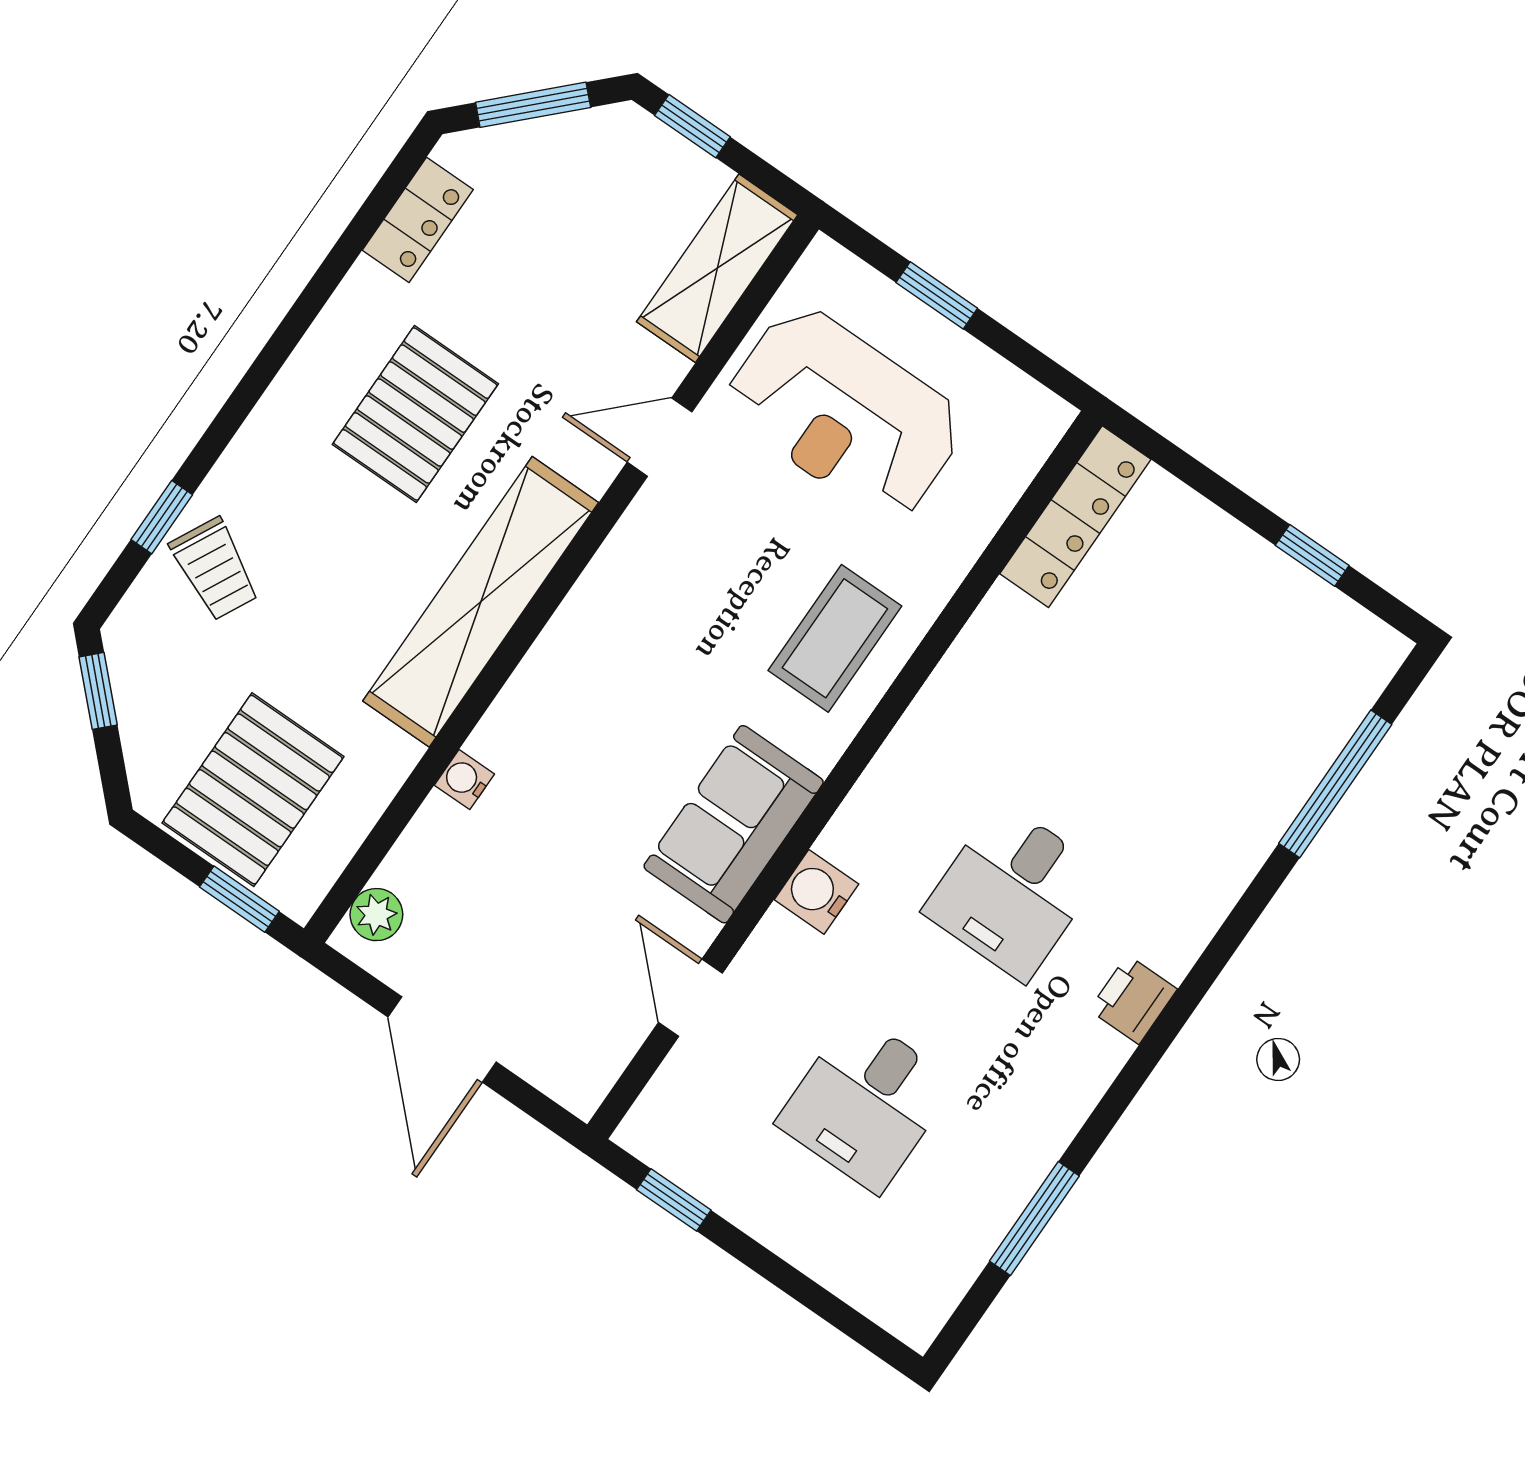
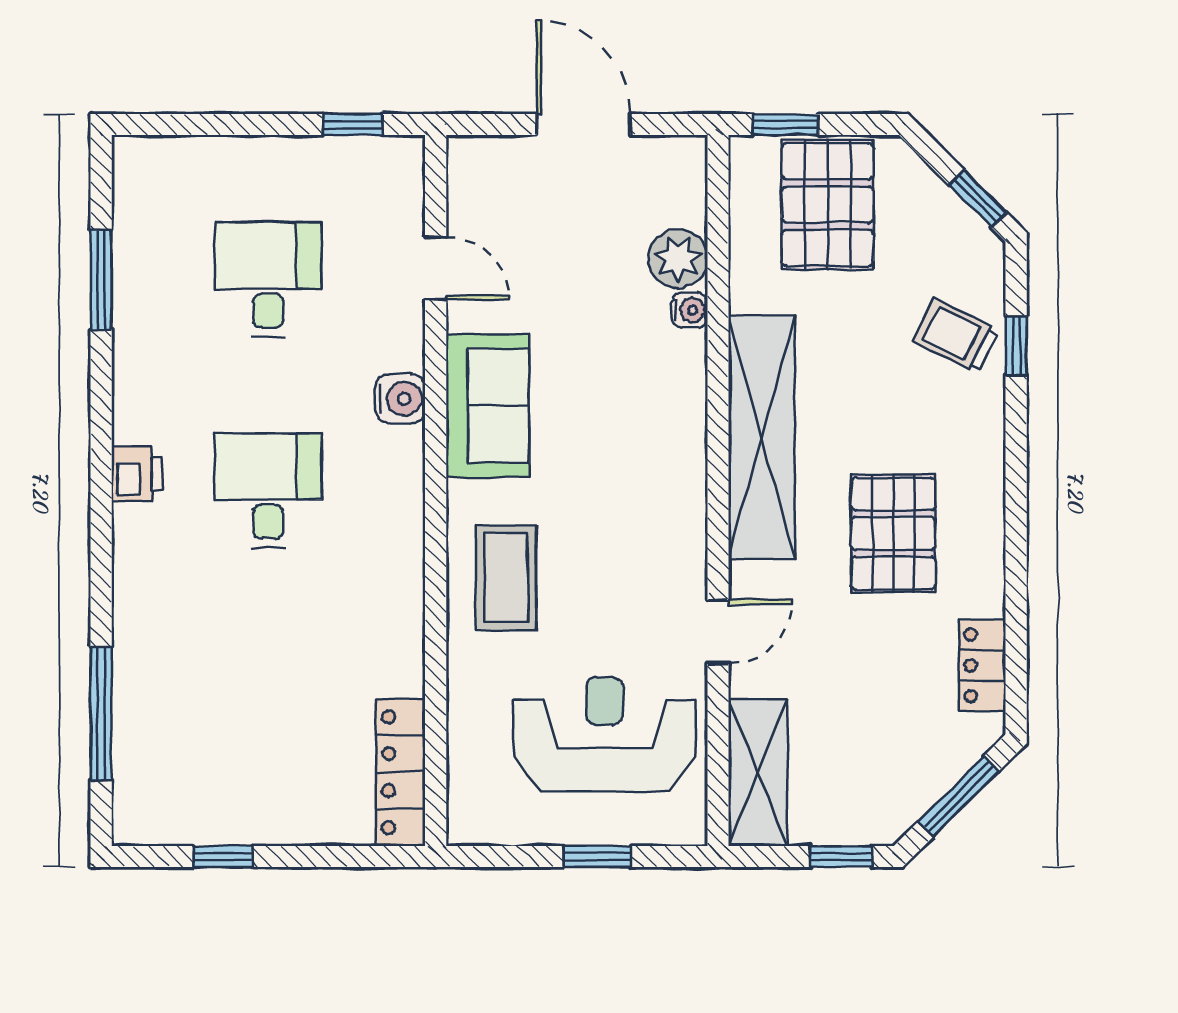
plant: (376, 915) -> (678, 259), moved, width x1.38, depth x1.38

